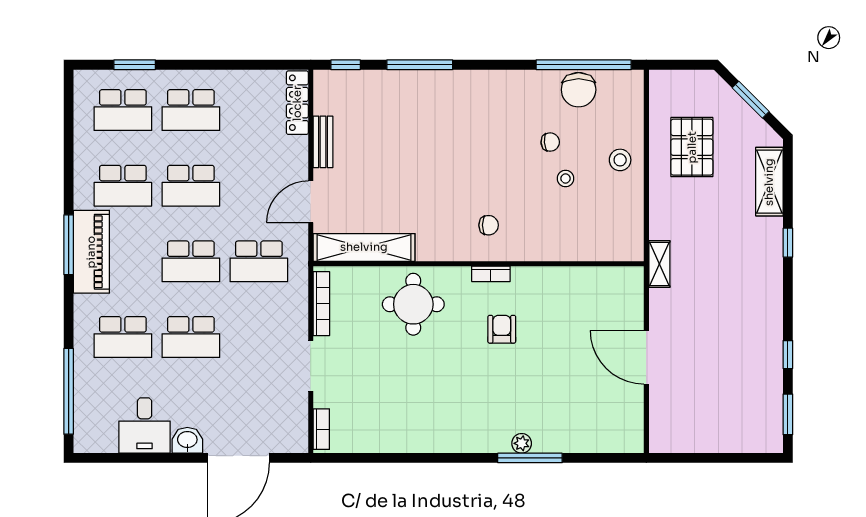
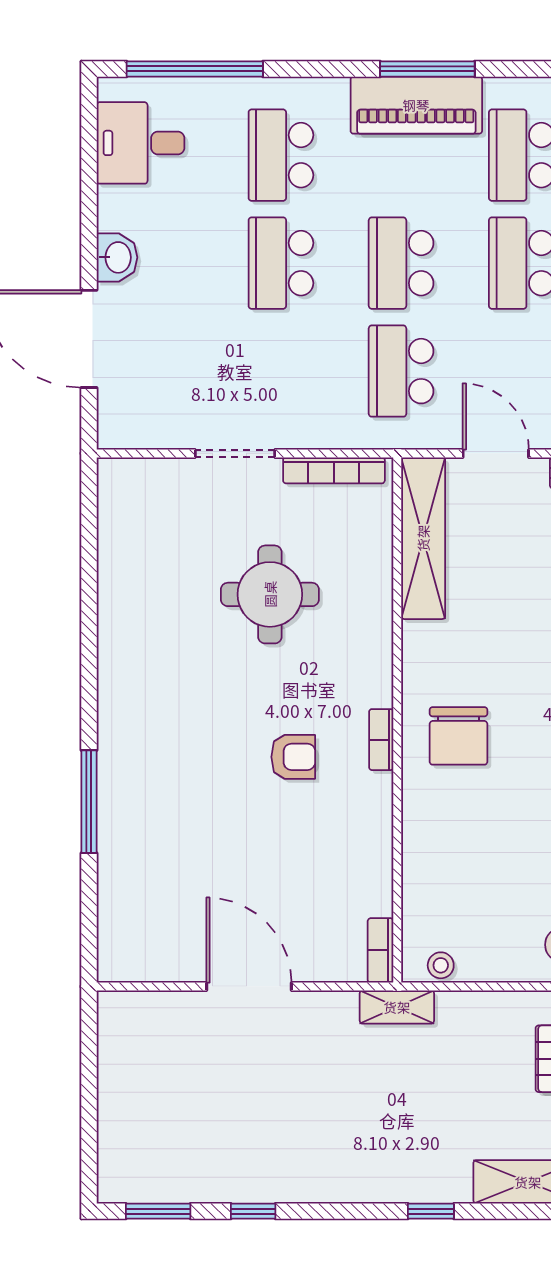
stool: (566, 178) -> (441, 965), moved
chair: (489, 225) -> (458, 736), width x1.87, depth x1.87
round table: (413, 304) -> (270, 594), moved
door: (646, 357) -> (249, 986), hinge flipped
desk: (145, 425) -> (140, 143), moved
bookcase: (321, 429) -> (381, 950), moved, turned 90
plant: (522, 443) -> (112, 788), removed

